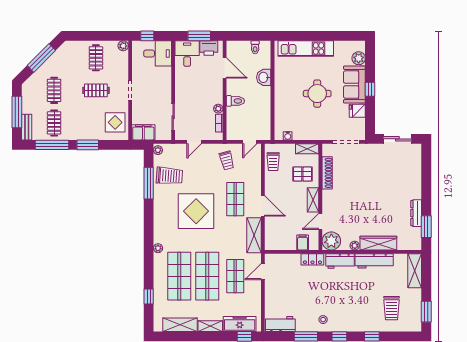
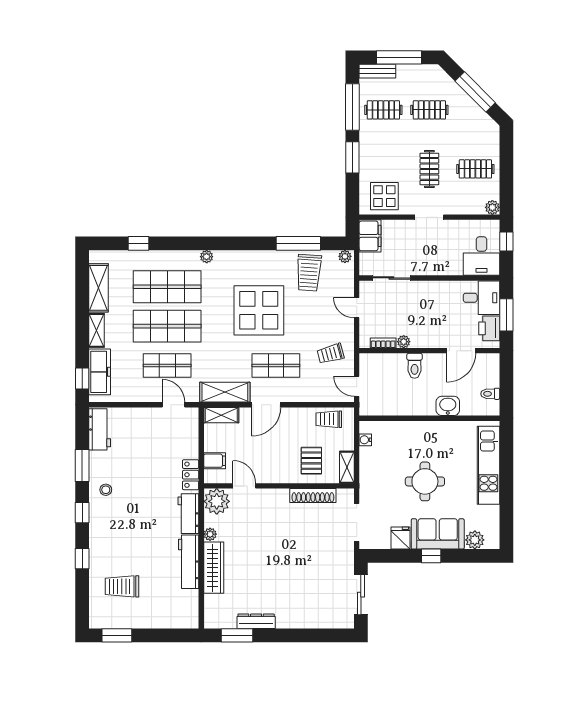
shelving: (313, 200) -> (221, 415), moved
shelving: (415, 271) -> (175, 619), removed

